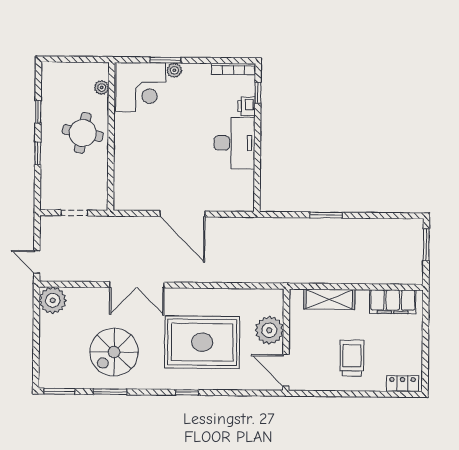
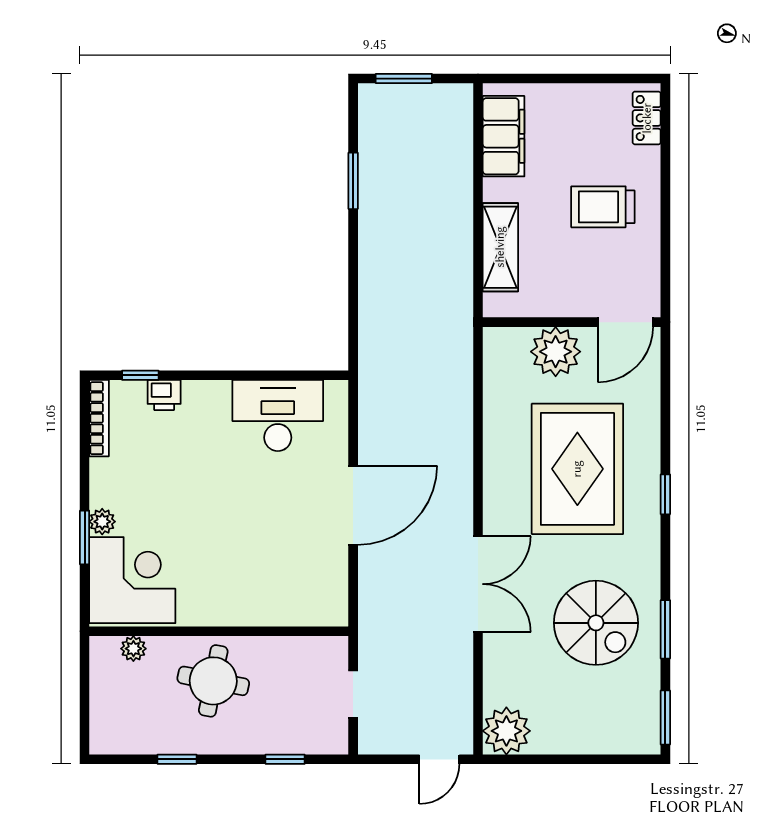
desk: (234, 143) -> (278, 415), moved
window: (38, 153) -> (285, 759), moved
window: (326, 215) -> (353, 181), moved

